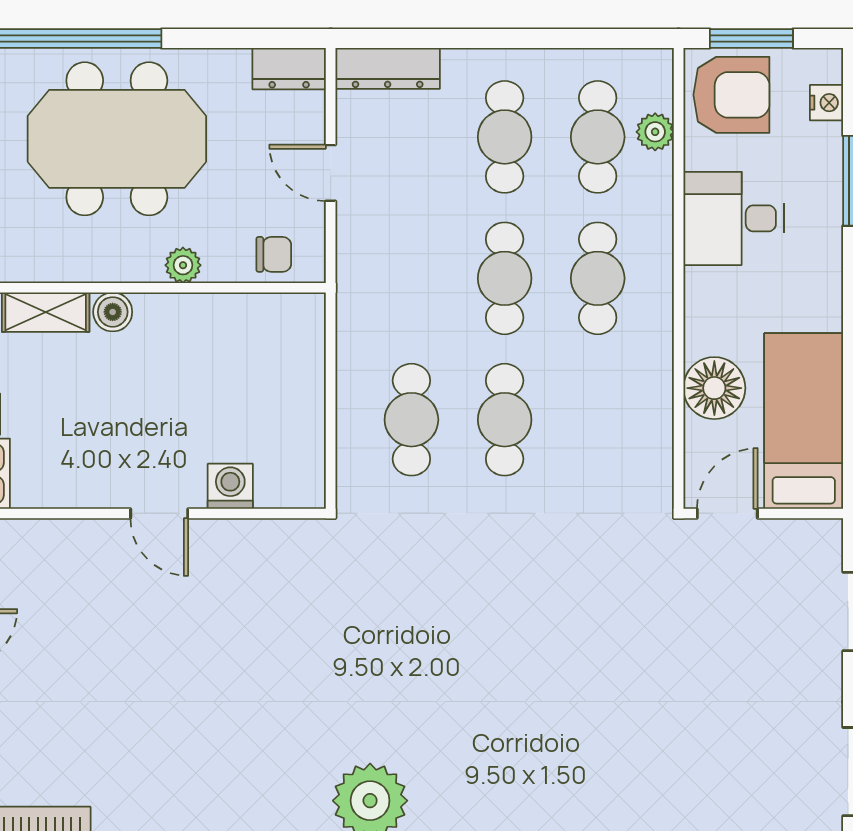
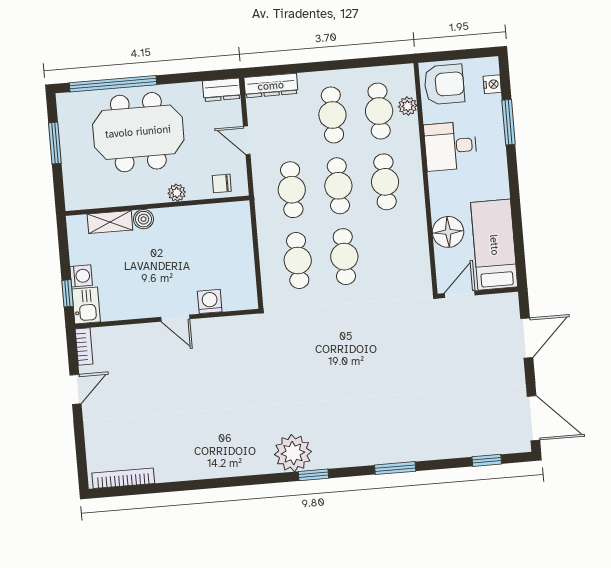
window: (751, 38) -> (452, 55), removed
chair: (274, 254) -> (222, 183), turned 180
cafe table: (411, 278) -> (292, 190), added

